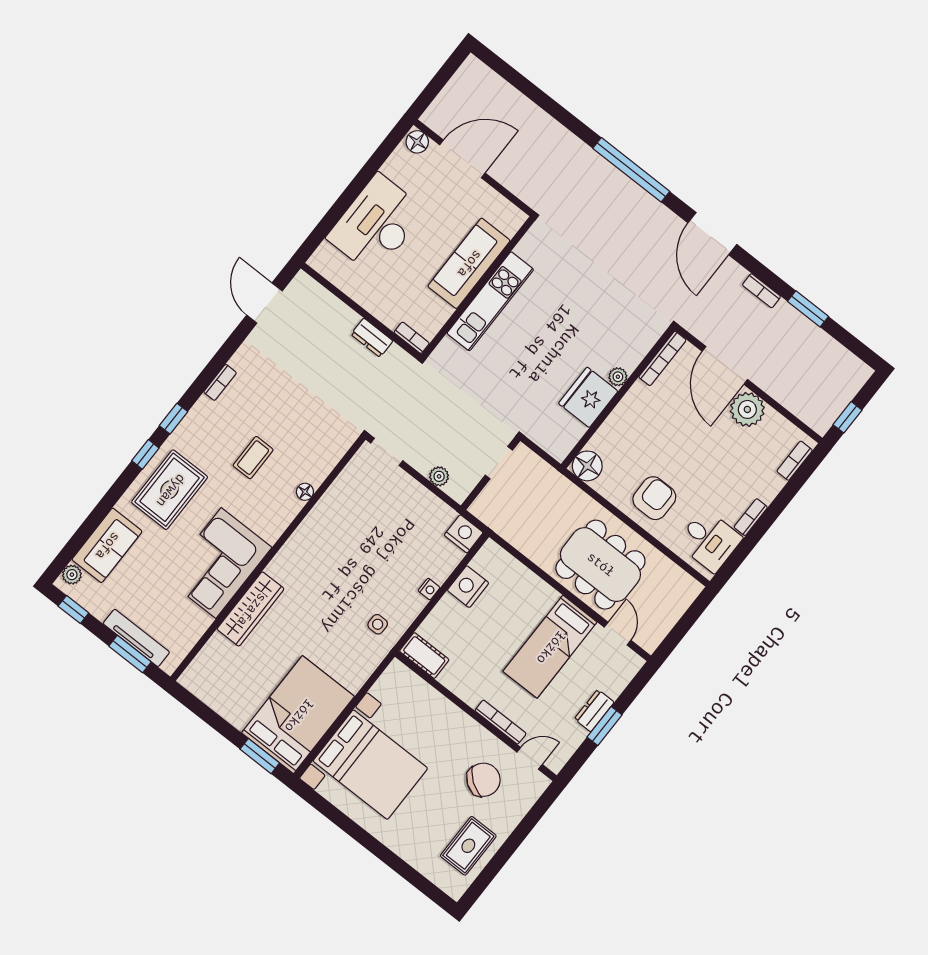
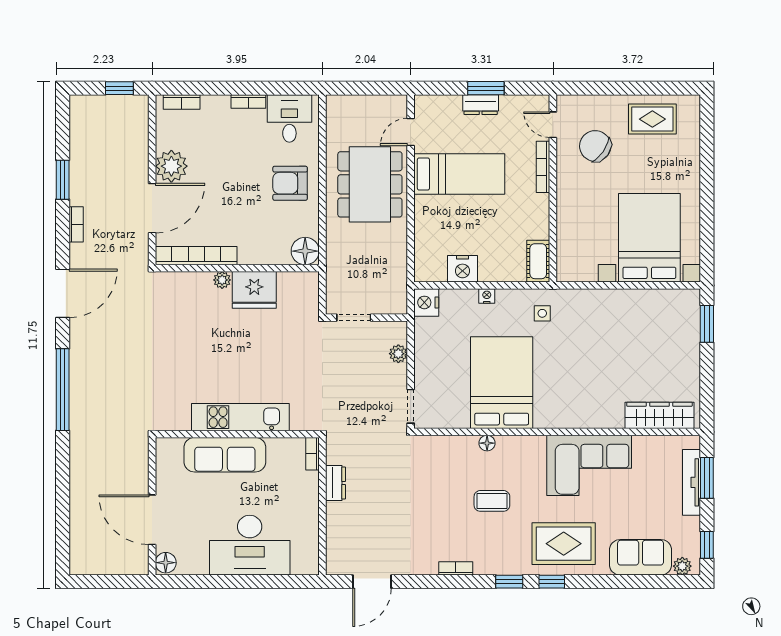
bookcase: (662, 358) -> (196, 256), width x1.48, depth x1.31
wardrobe: (251, 609) -> (659, 415), moved
bed: (298, 715) -> (502, 383), moved, turned 90

